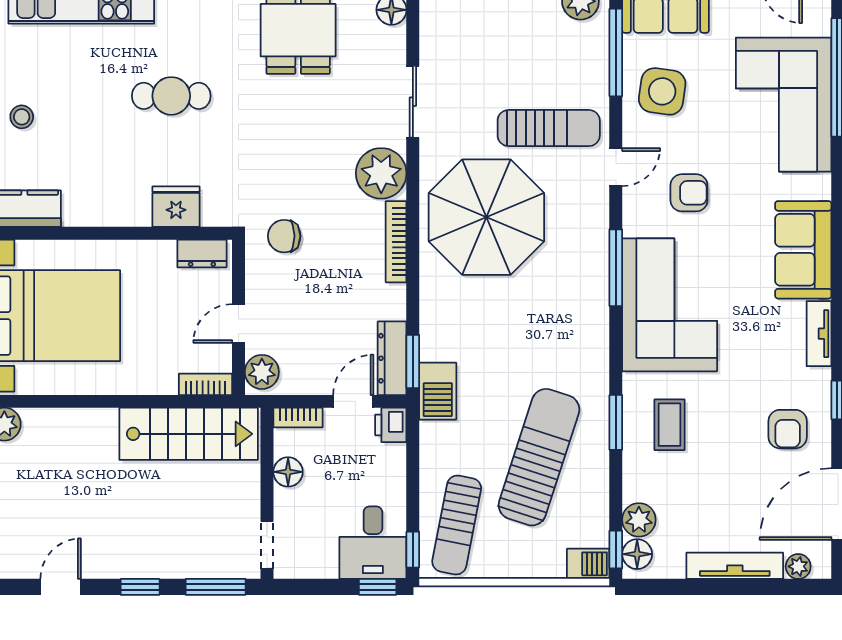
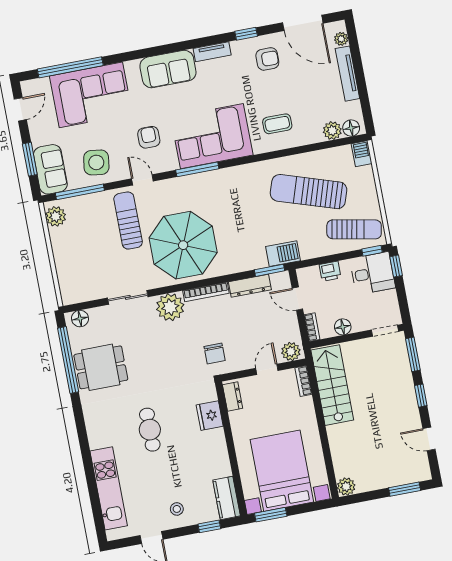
door: (238, 323) -> (267, 369), swing flipped
dresser: (392, 358) -> (250, 286), moved
window: (616, 422) -> (282, 153), removed
printer: (391, 425) -> (330, 271), moved
window: (616, 550) -> (351, 140), removed

